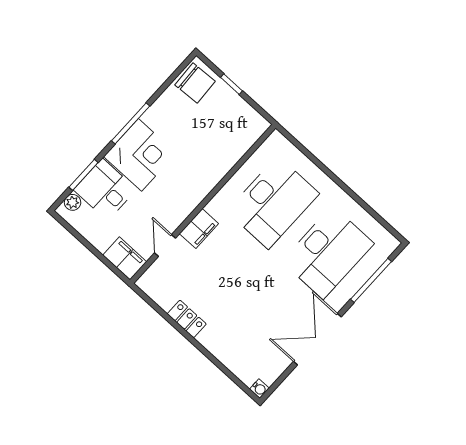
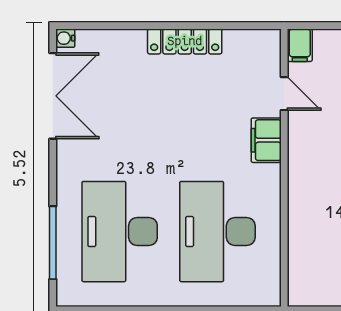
filing cabinet: (125, 258) -> (300, 45), width x0.50
locker: (187, 319) -> (185, 41), width x1.53
double door: (317, 339) -> (53, 96), moved

